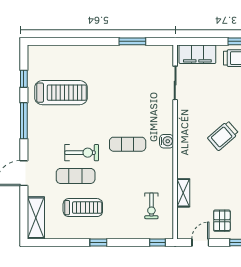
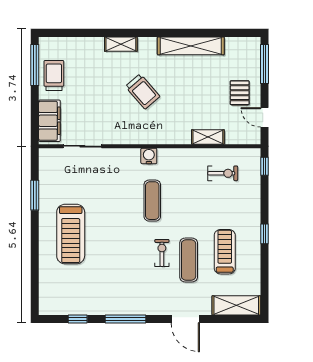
treadmill: (61, 93) -> (71, 234), moved, turned 180
exercise bike: (82, 153) -> (162, 253), width x0.73, depth x0.72
pallet: (222, 221) -> (240, 93), turned 90

